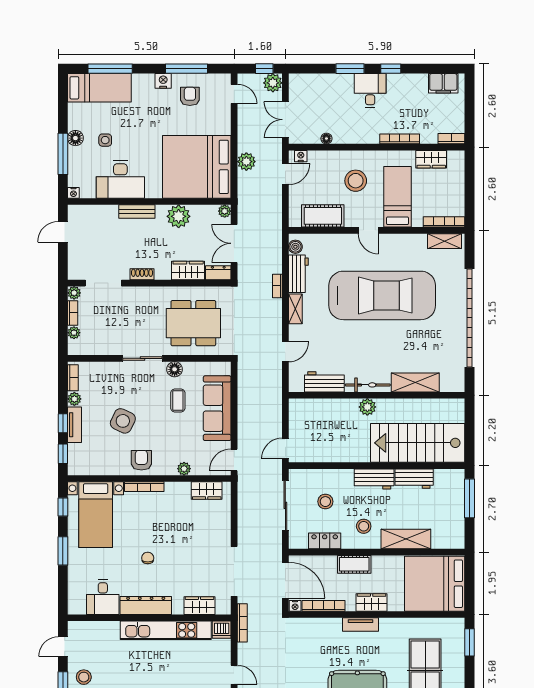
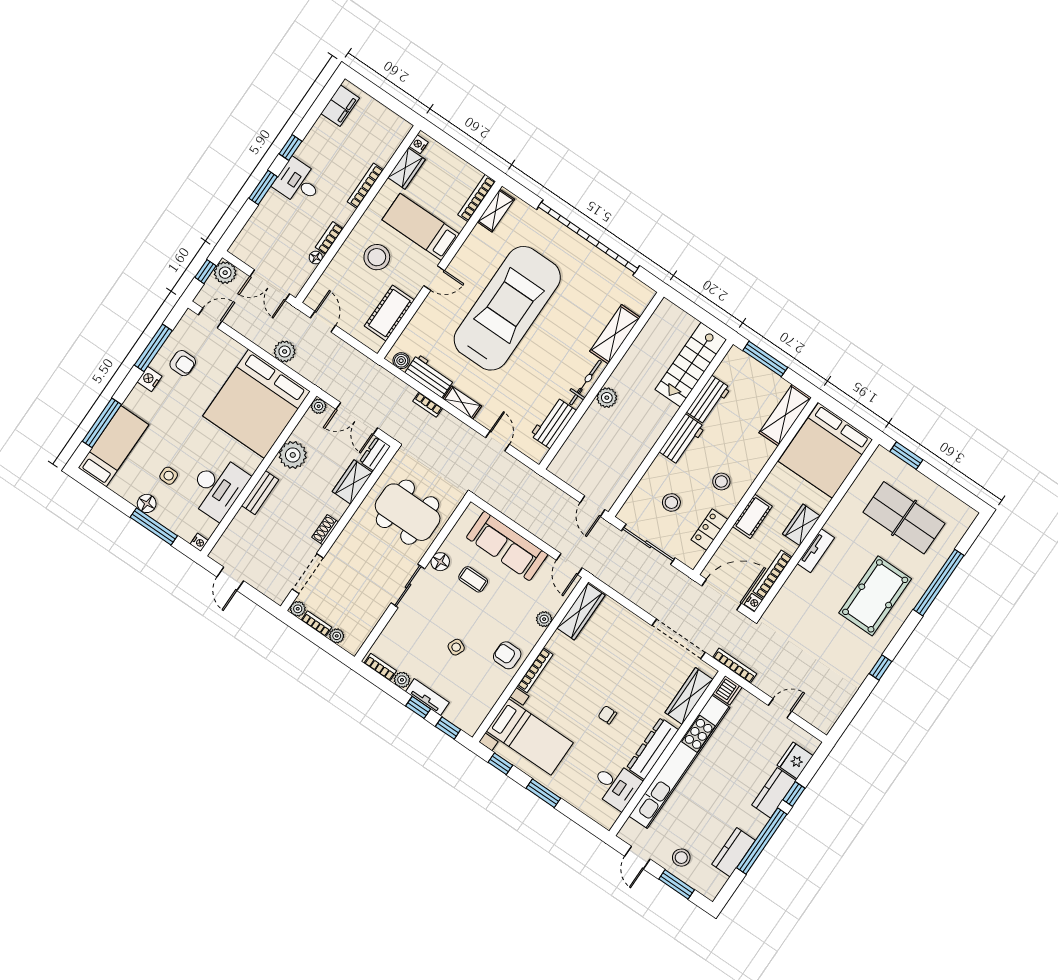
armchair: (190, 96) -> (183, 363), turned 180
bookcase: (451, 139) -> (329, 238), moved
nightstand: (301, 156) -> (419, 144), moved
dining table: (193, 323) -> (408, 512), turned 90
side table: (123, 421) -> (456, 647), width x0.54, depth x0.54
stairs: (418, 443) -> (691, 365), width x0.73, depth x0.66
wardrobe: (207, 491) -> (581, 612), width x1.50
shelving: (406, 539) -> (785, 415), moved
wardrobe: (199, 606) -> (689, 696), width x1.50
kitchen unit: (166, 630) -> (679, 762), width x1.36

